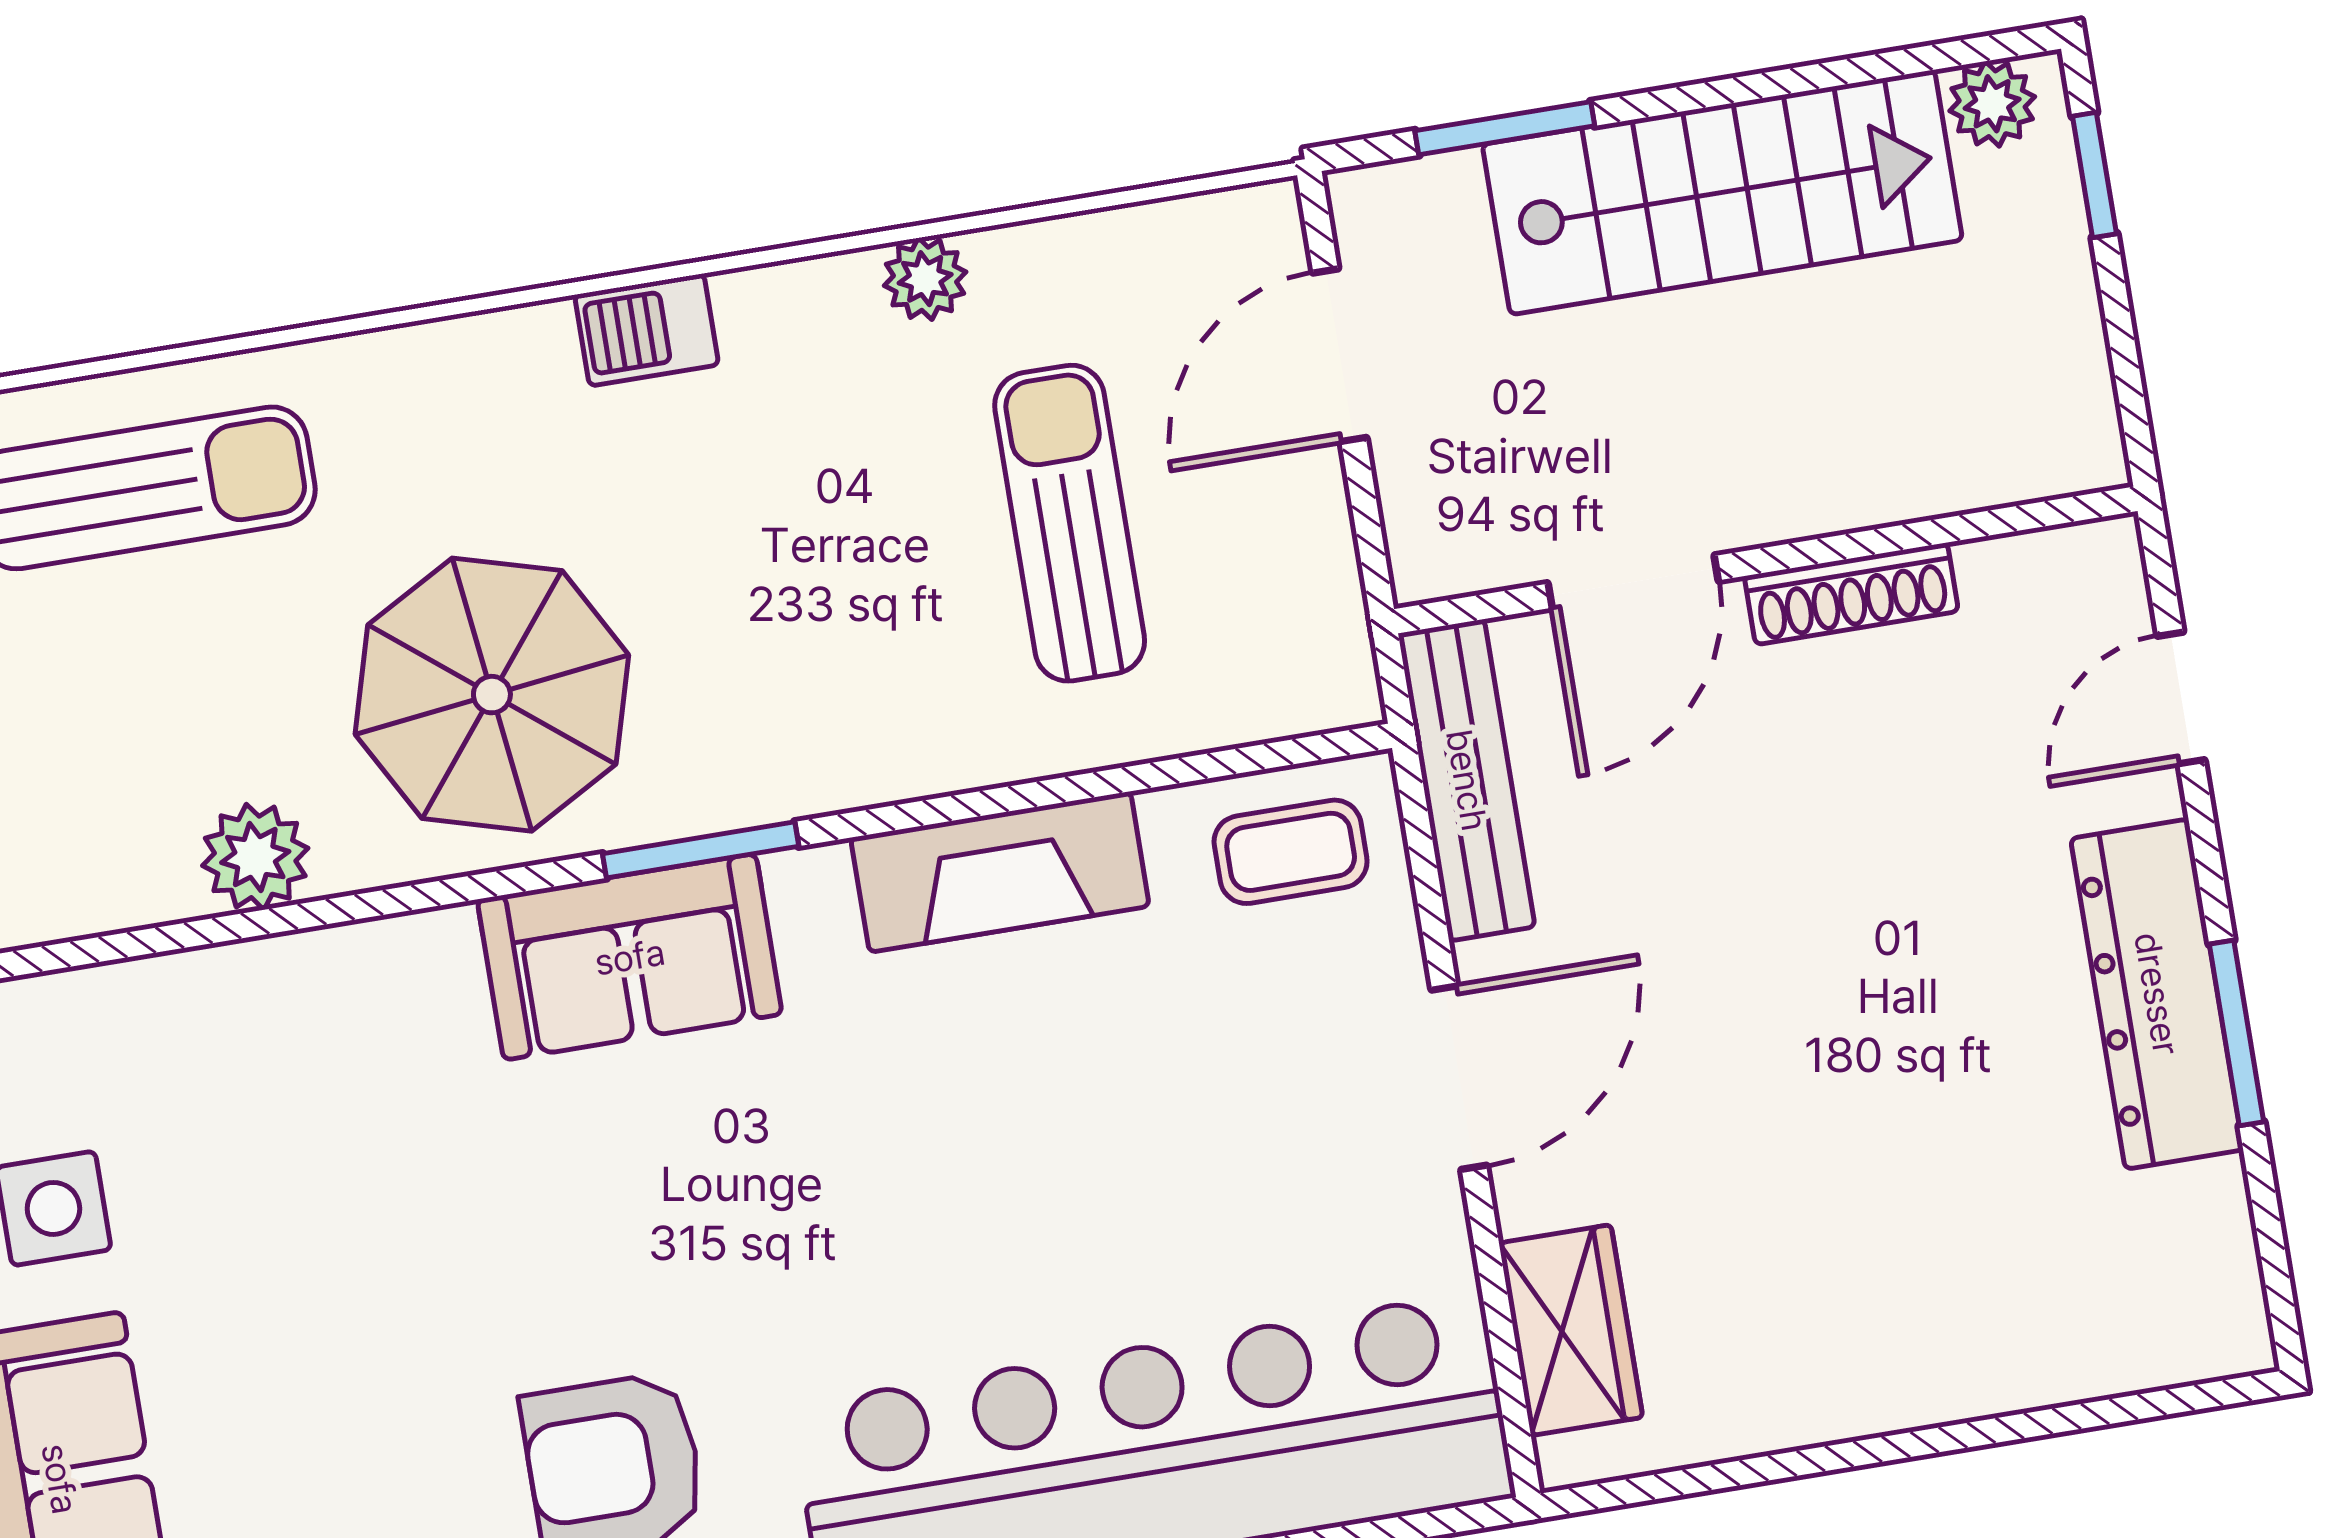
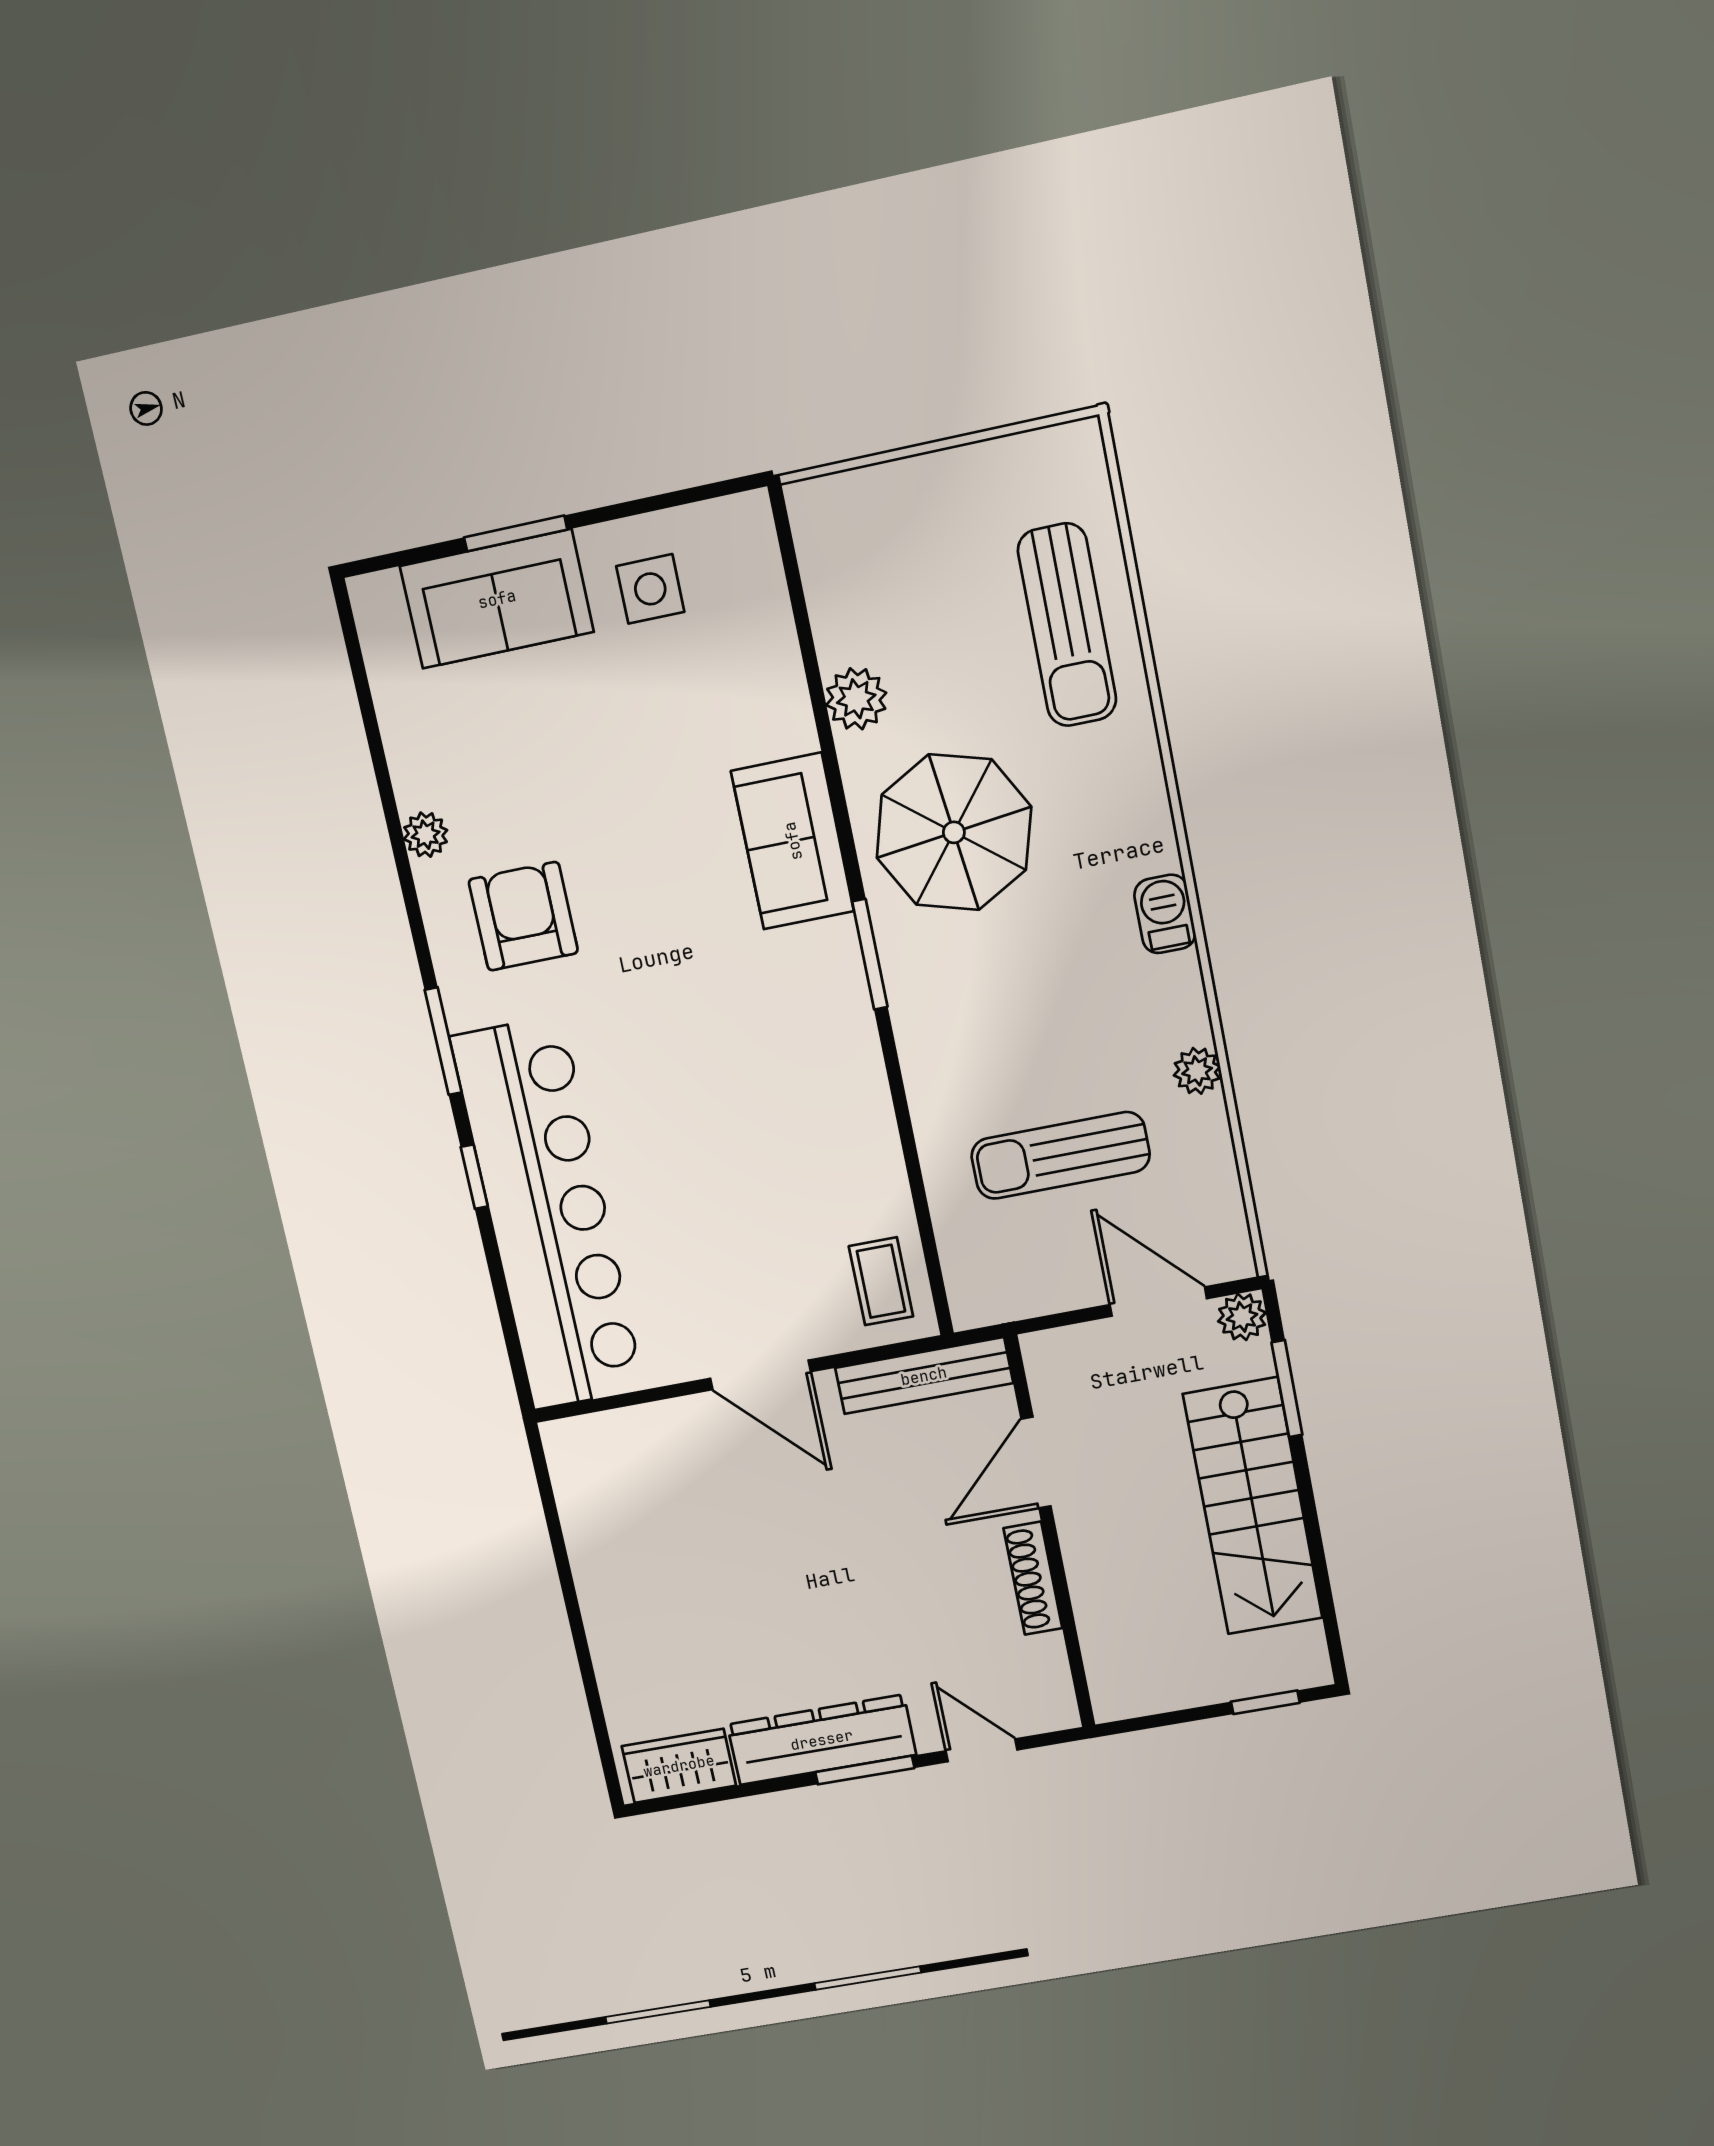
plant: (1992, 104) -> (1242, 1317), moved
sun lounger: (1070, 523) -> (1060, 1155), turned 180
door: (1633, 582) -> (1036, 1463), hinge flipped
fireplace: (1000, 872) -> (864, 1122), removed
sofa: (630, 957) -> (793, 841), moved
window: (2236, 1033) -> (865, 1770), moved
wardrobe: (1571, 1330) -> (679, 1766), moved, turned 180

